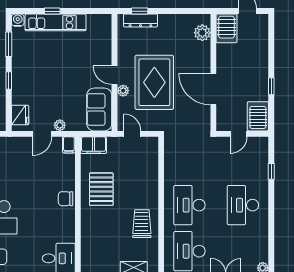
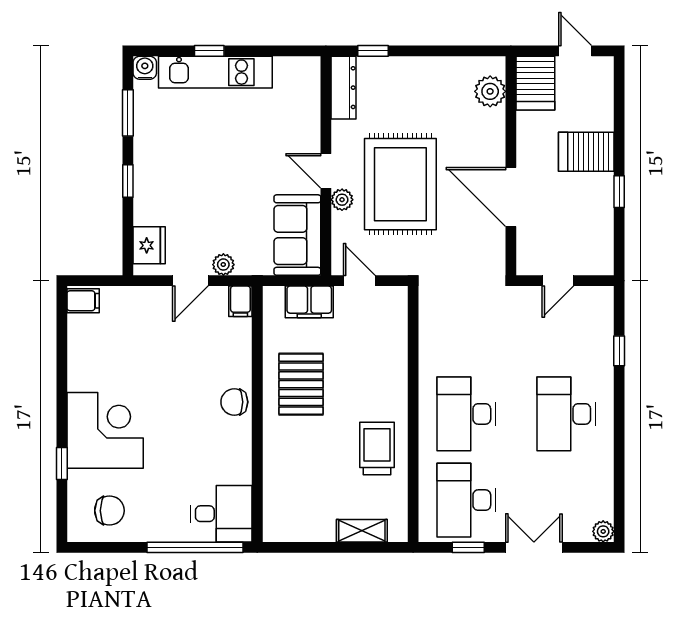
dresser: (140, 20) -> (344, 88), moved, turned -90
server rack: (258, 116) -> (586, 152), moved, turned -90
filing cabinet: (93, 145) -> (309, 302), moved

